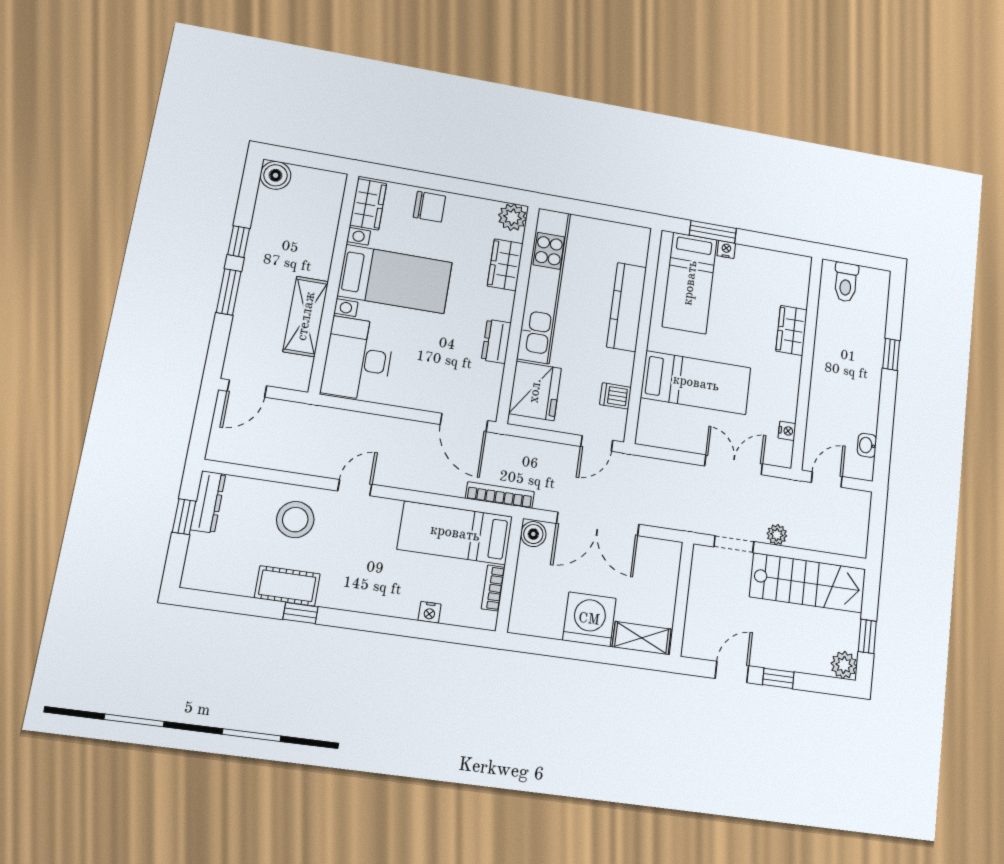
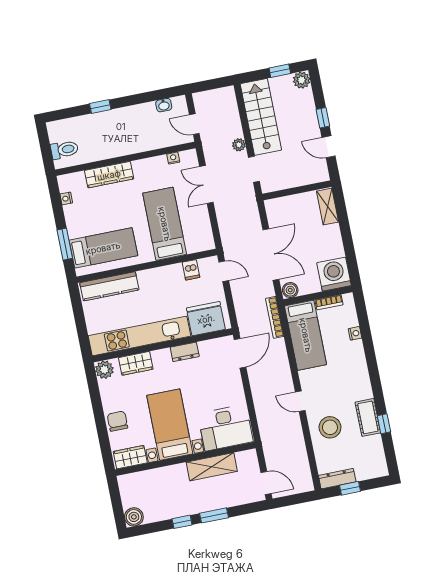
nightstand: (726, 249) -> (66, 198), moved
kitchen counter: (627, 307) -> (109, 286), moved
wardrobe: (792, 330) -> (109, 175), width x1.50
window: (301, 613) -> (384, 424), moved
washing machine: (589, 619) -> (334, 274), moved, turned 90

